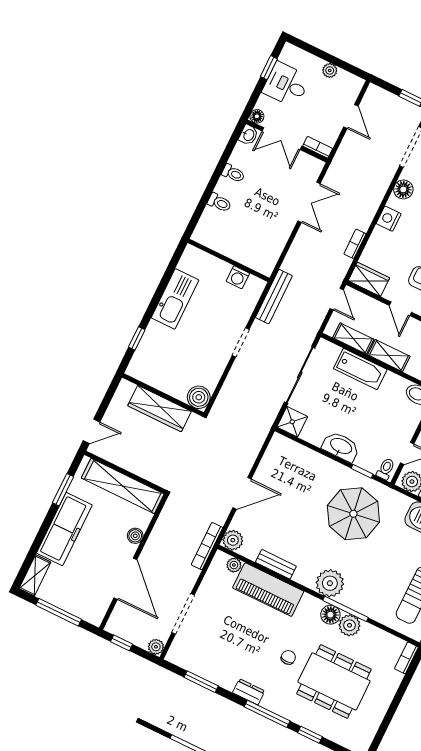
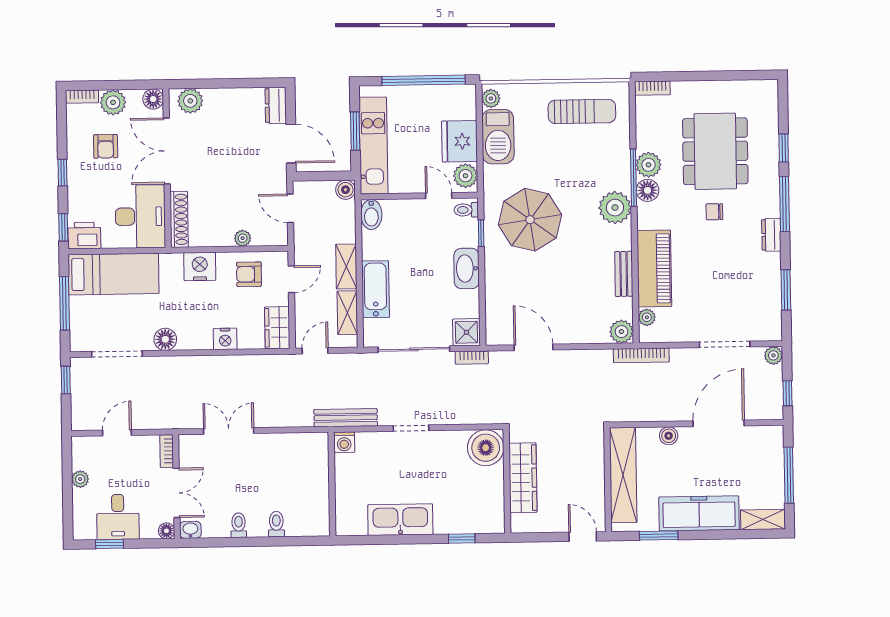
nightstand: (389, 219) -> (225, 339), moved
bookcase: (355, 244) -> (472, 358), moved
washing machine: (238, 277) -> (344, 442), moved, turned 90
boiler: (199, 397) -> (486, 448), width x1.37, depth x1.37
door: (242, 493) -> (533, 347), moved

